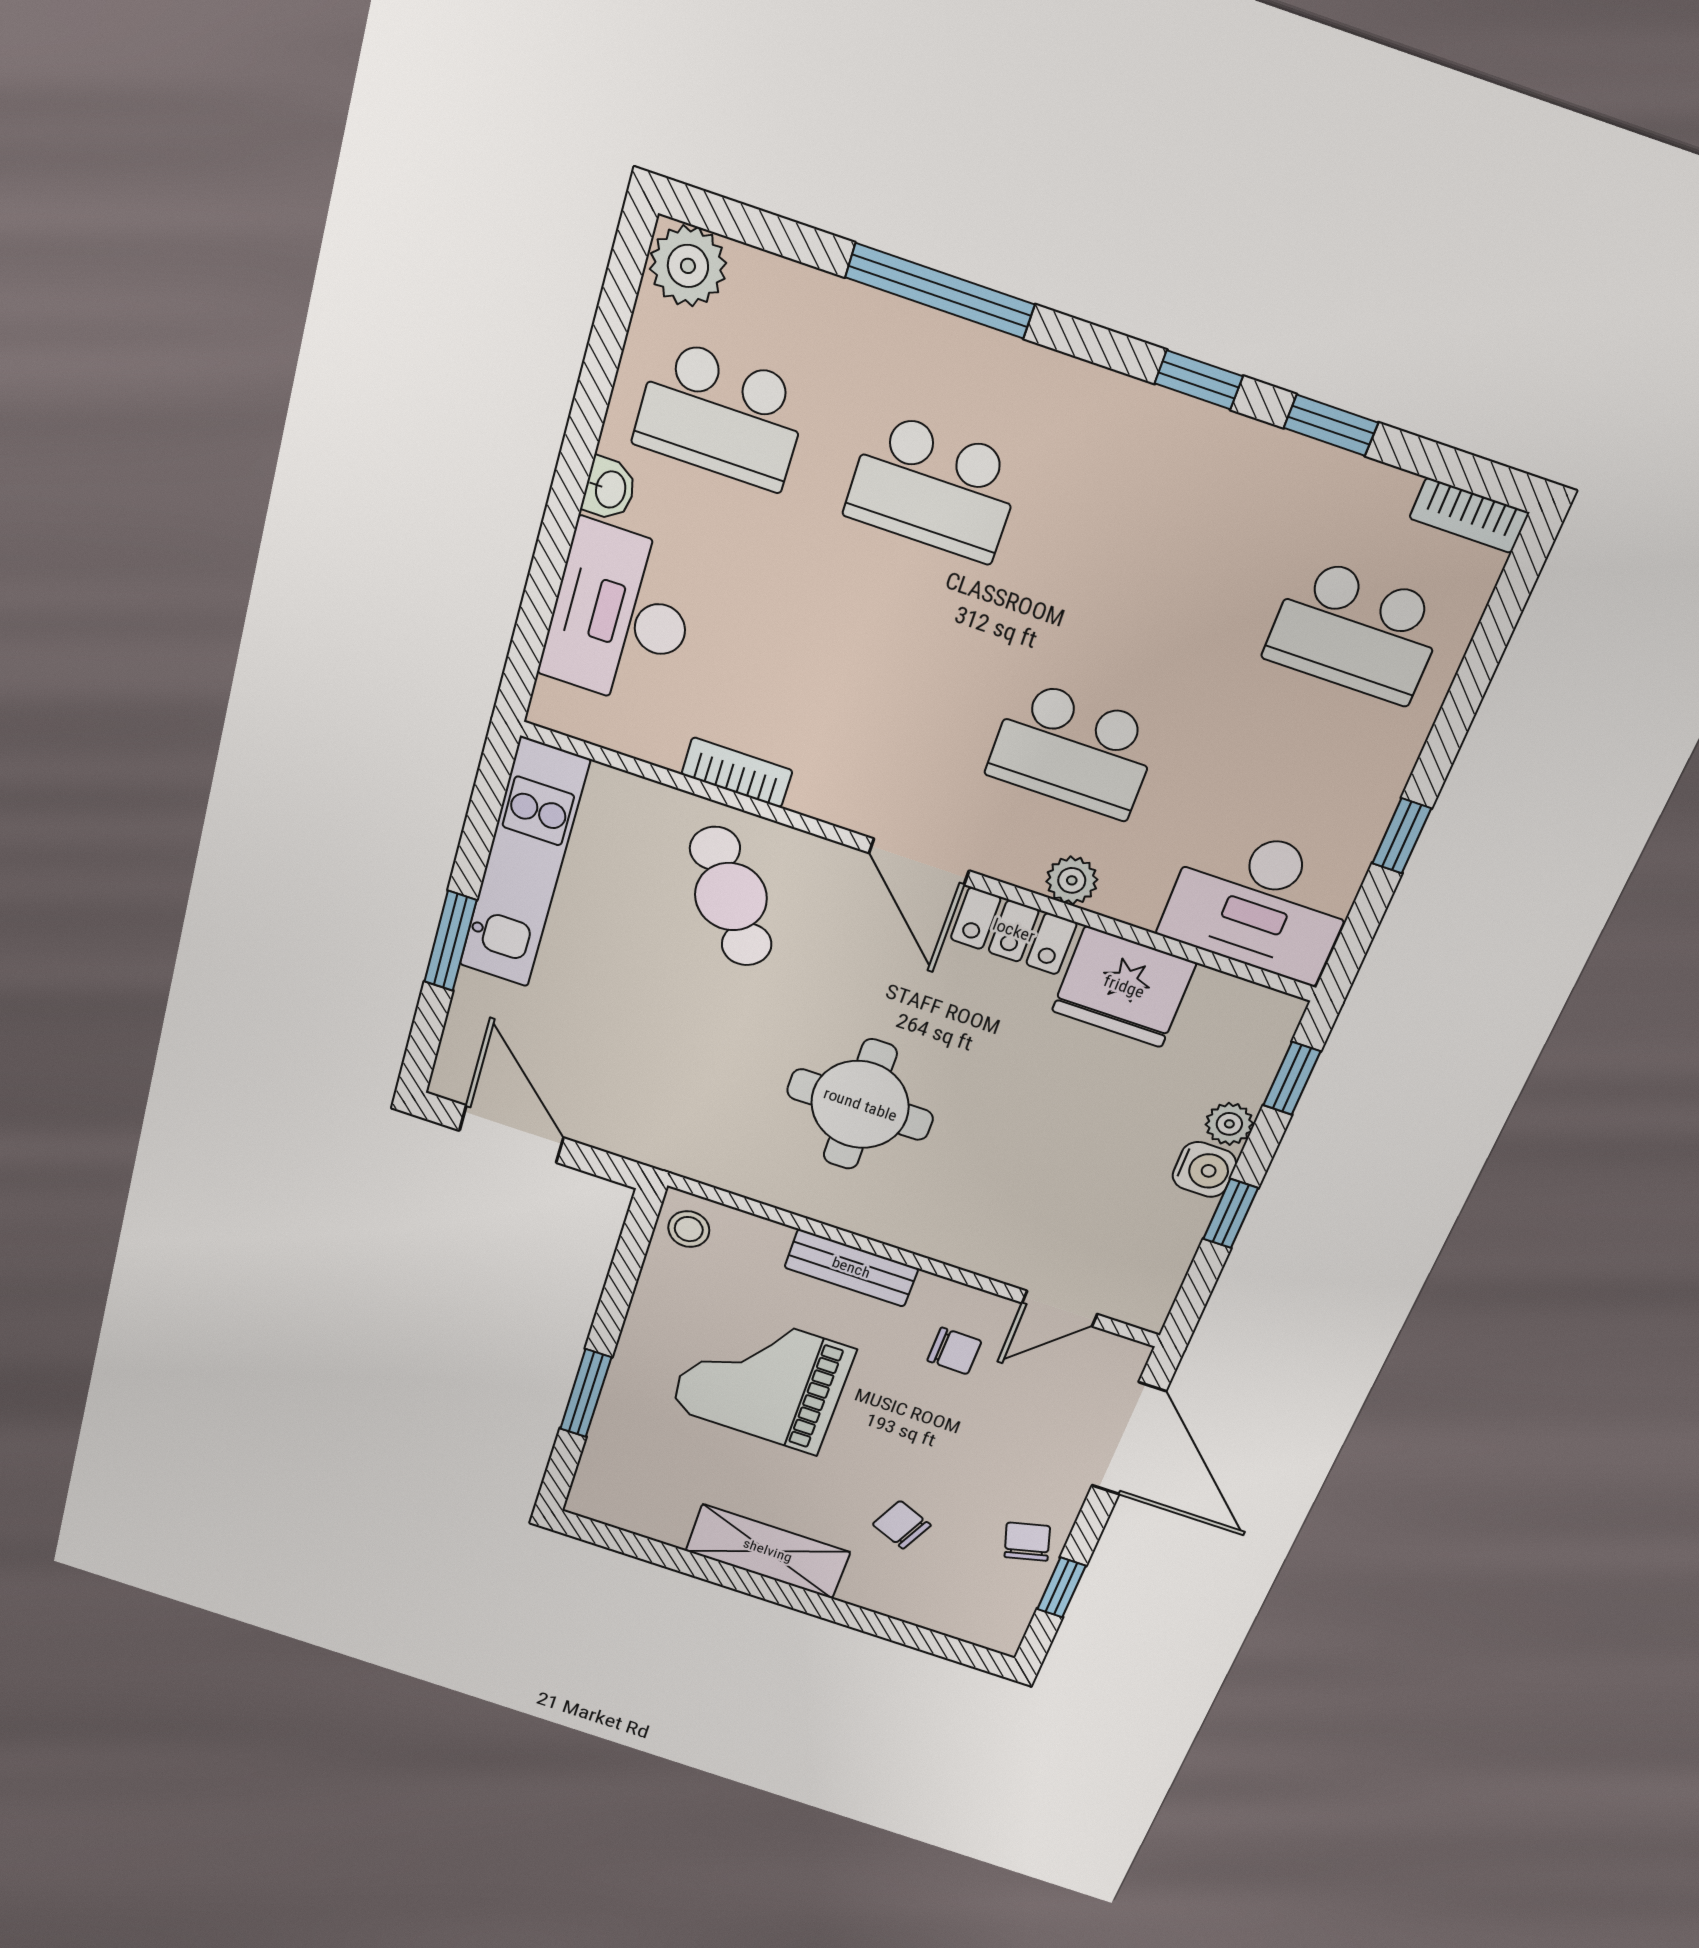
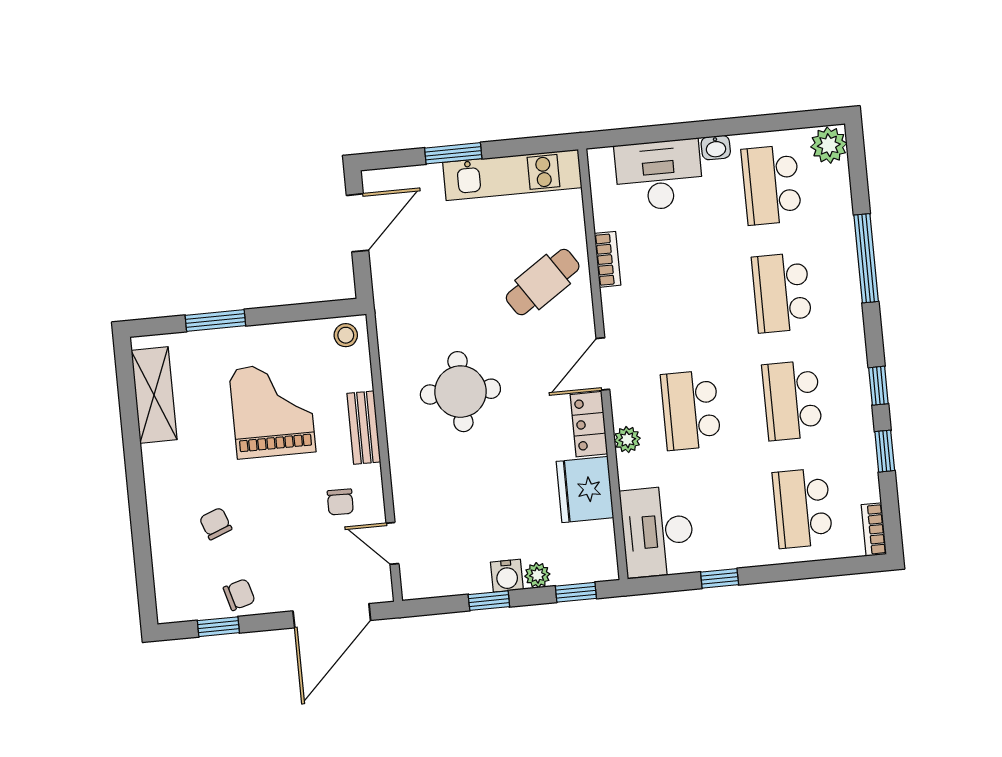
school desk: (1145, 560) -> (792, 400), added
chair: (902, 1525) -> (216, 524), turned -45
shelving: (768, 1551) -> (154, 395), moved

